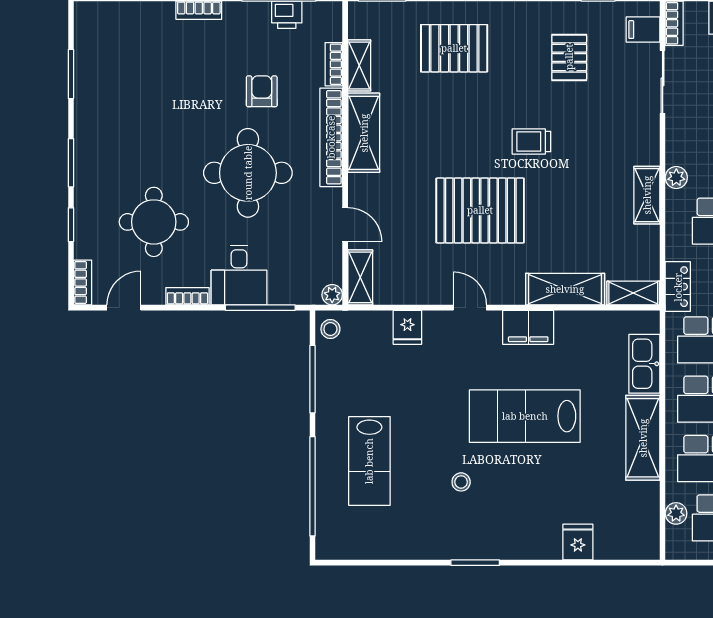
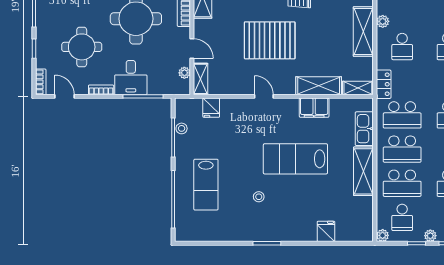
shelving: (647, 195) -> (363, 32), width x1.50, depth x1.33
plant: (332, 295) -> (184, 73), moved
door: (124, 308) -> (65, 96), hinge flipped
fridge: (407, 327) -> (211, 108), moved
filing cabinet: (528, 327) -> (314, 108), moved
stool: (330, 329) -> (182, 128), moved
plant: (676, 513) -> (383, 235), moved

